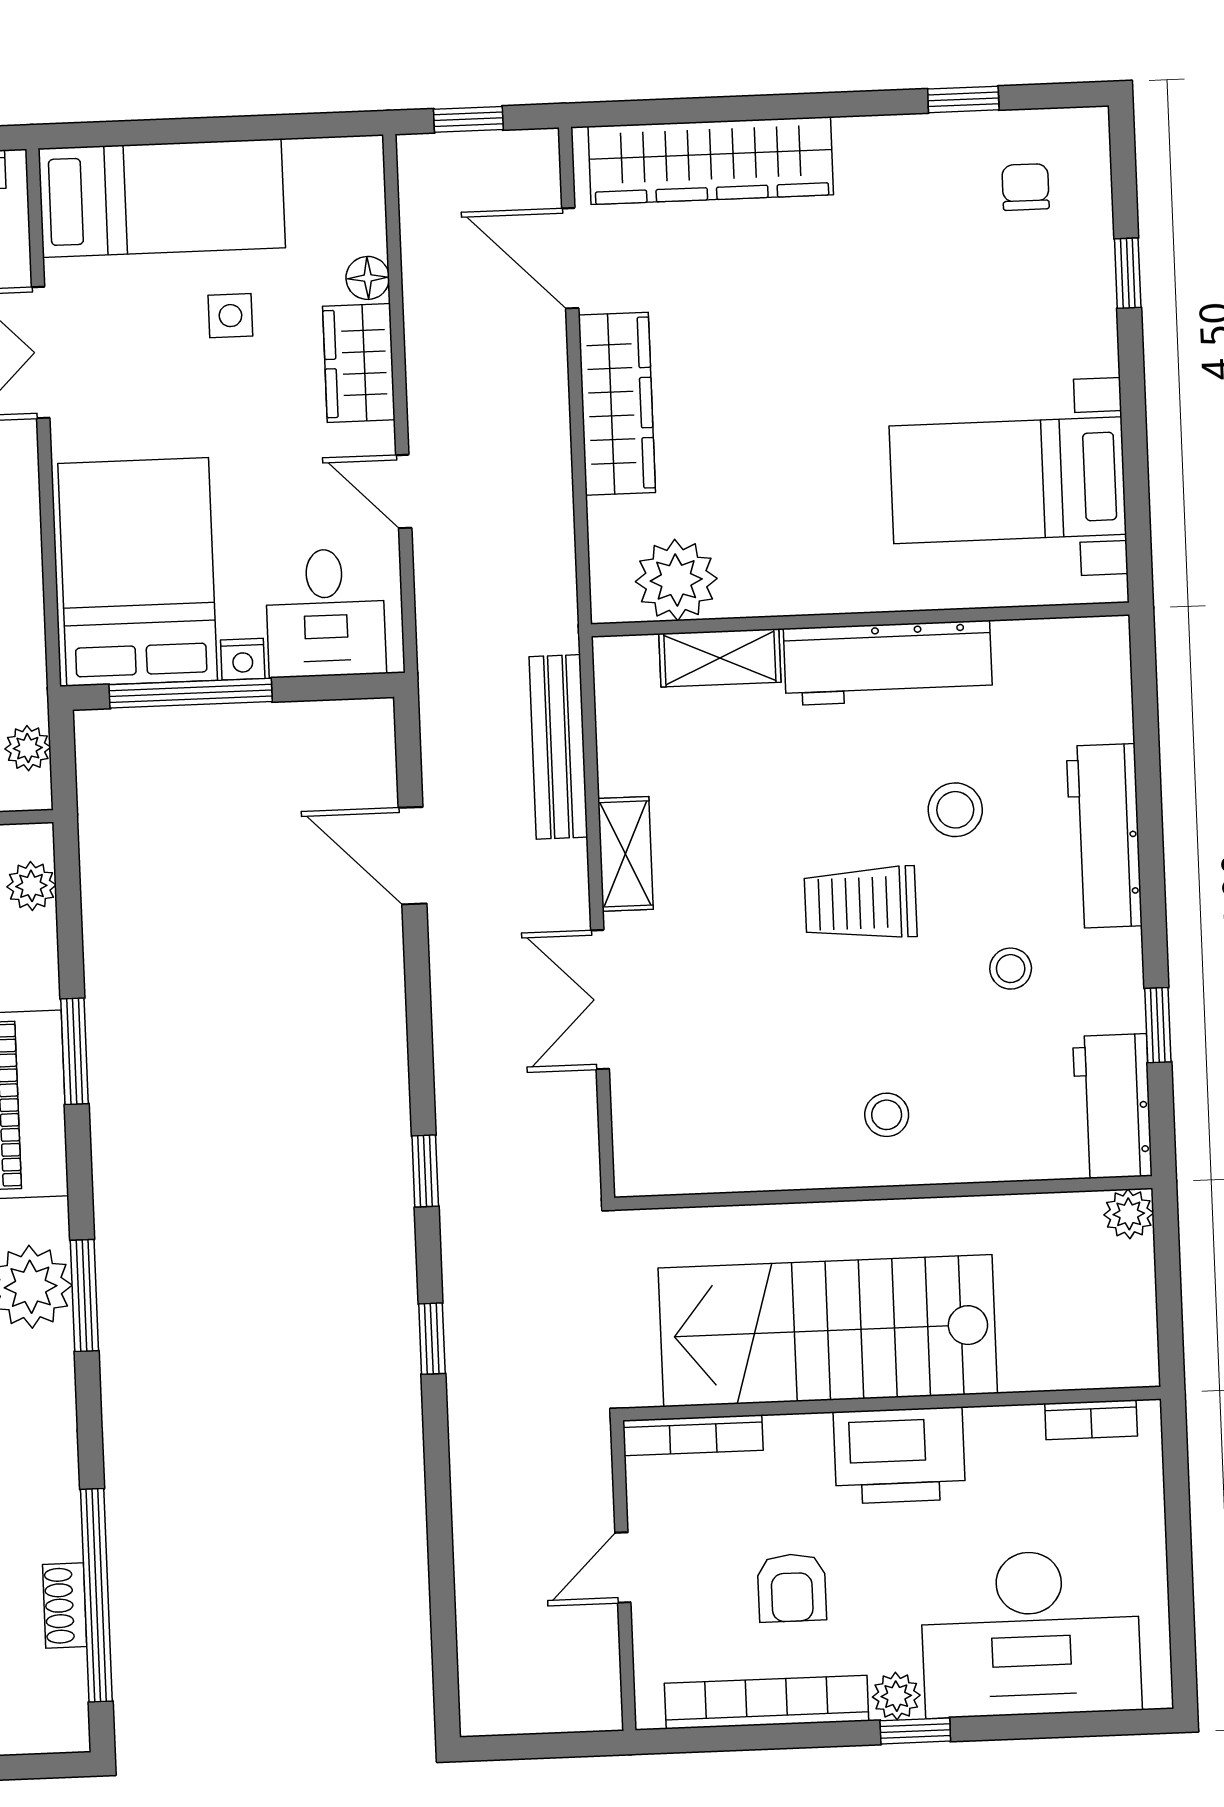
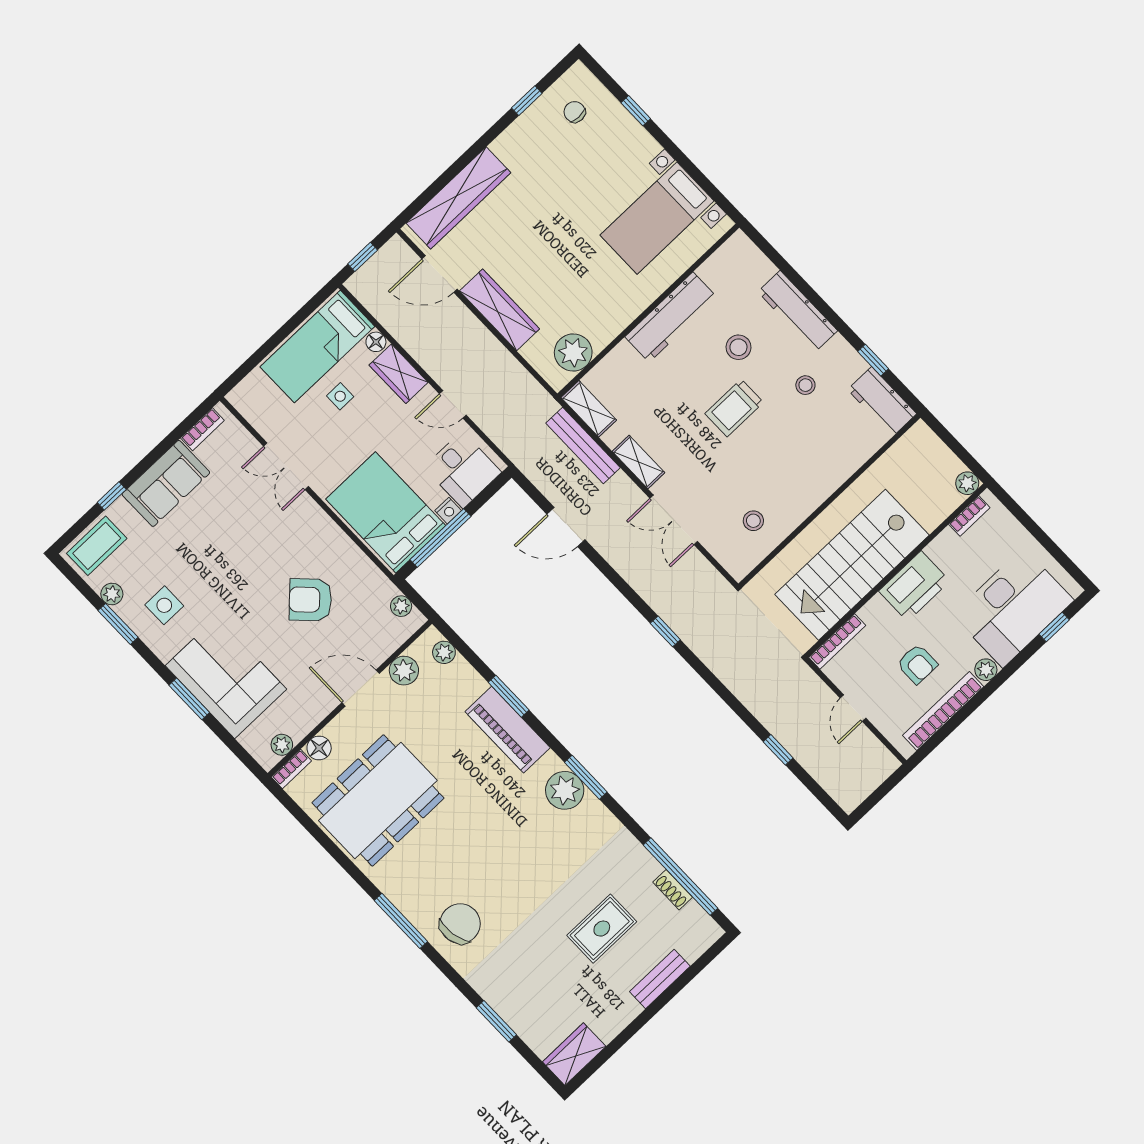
bed: (162, 198) -> (317, 347), moved, turned 180
shelving: (720, 658) -> (589, 409), moved, turned 90
stool: (887, 1115) -> (753, 521), moved
plant: (1129, 1214) -> (967, 483), moved
window: (432, 1339) -> (778, 750), moved
window: (915, 1731) -> (1054, 627), moved

